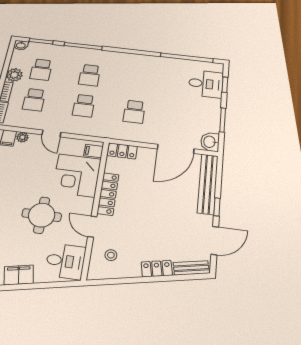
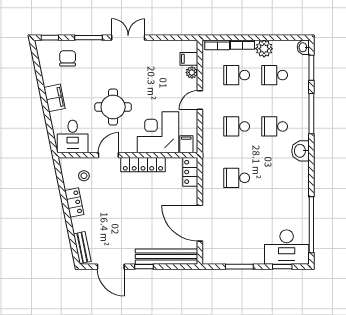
desk: (206, 84) -> (287, 247), width x1.37
washbasin: (210, 142) -> (300, 151), moved, turned -90
locker: (157, 269) -> (74, 203), moved

